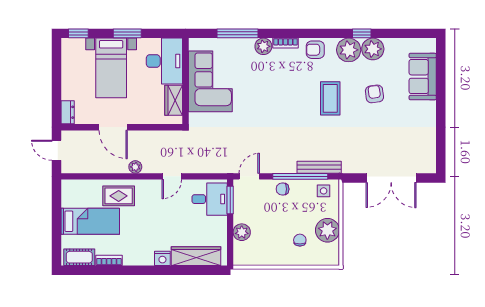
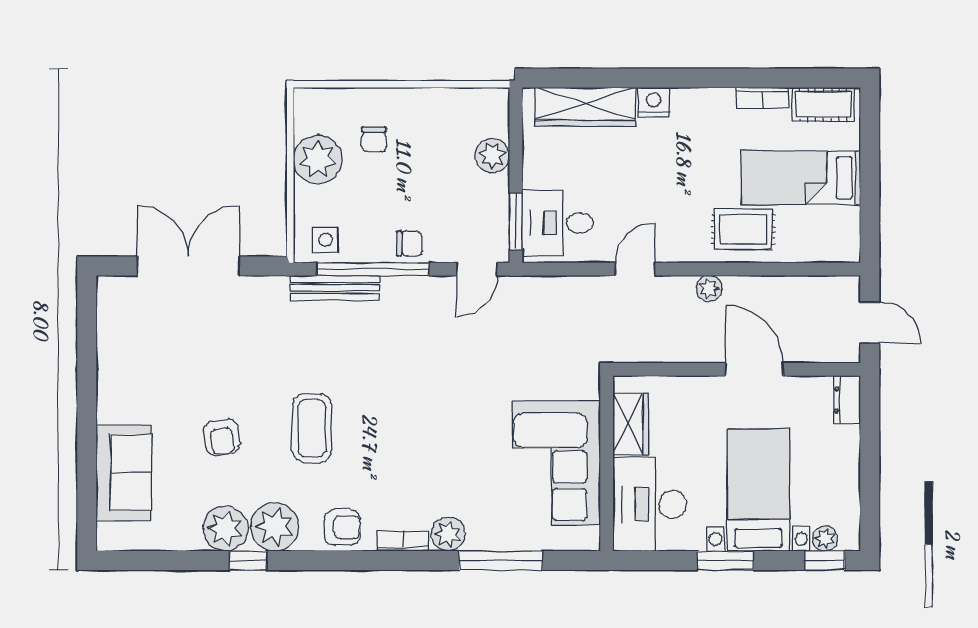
plant: (78, 44) -> (825, 539), added

